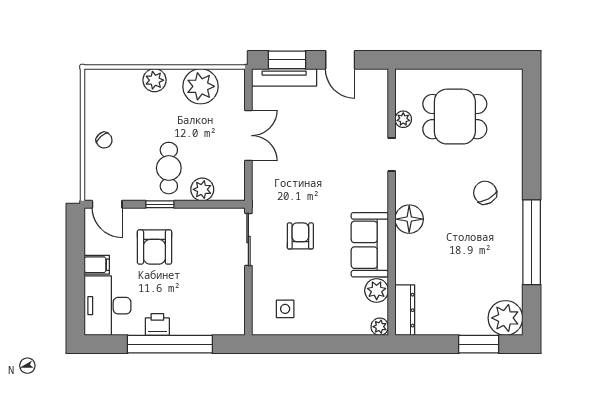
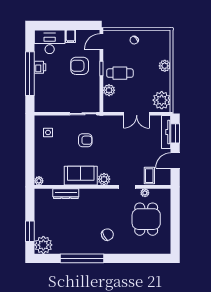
plant: (201, 86) -> (162, 100), moved
coffee table: (370, 110) -> (149, 176), added
floor lamp: (409, 219) -> (94, 196), removed
plant: (377, 291) -> (104, 179), moved
dresser: (405, 310) -> (66, 194), moved

